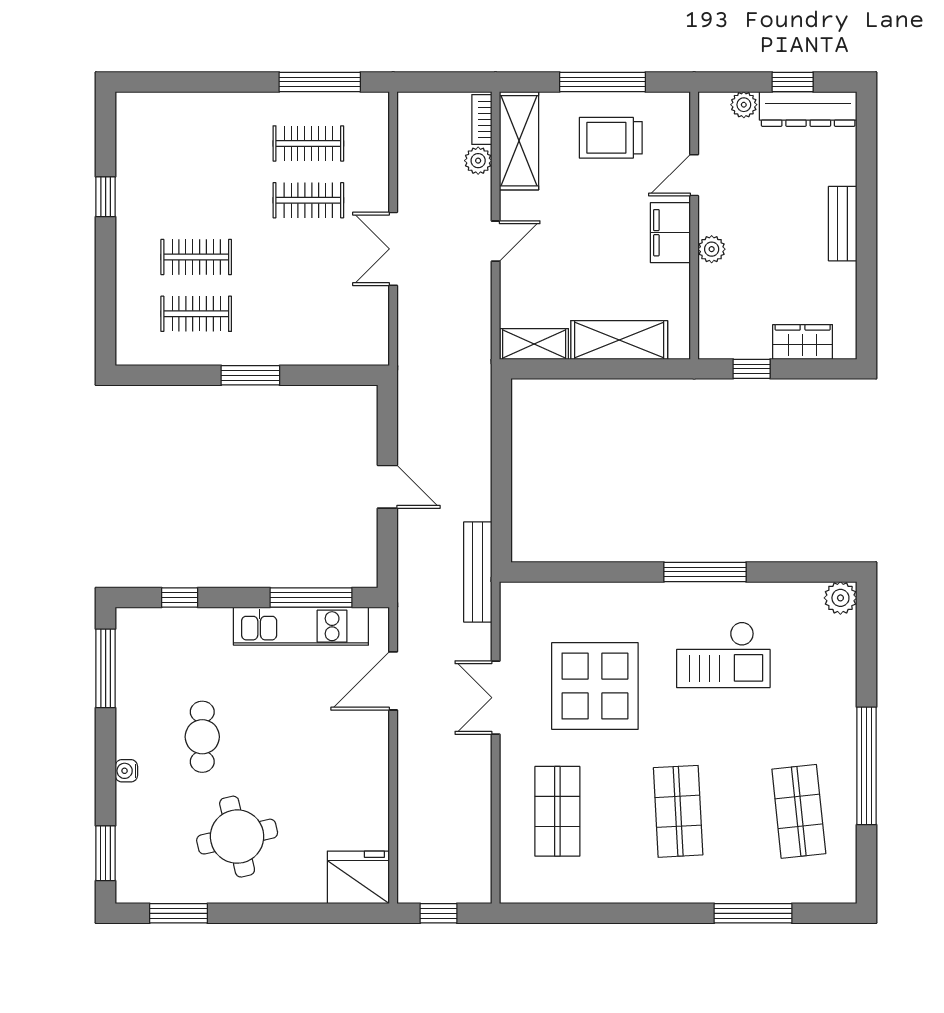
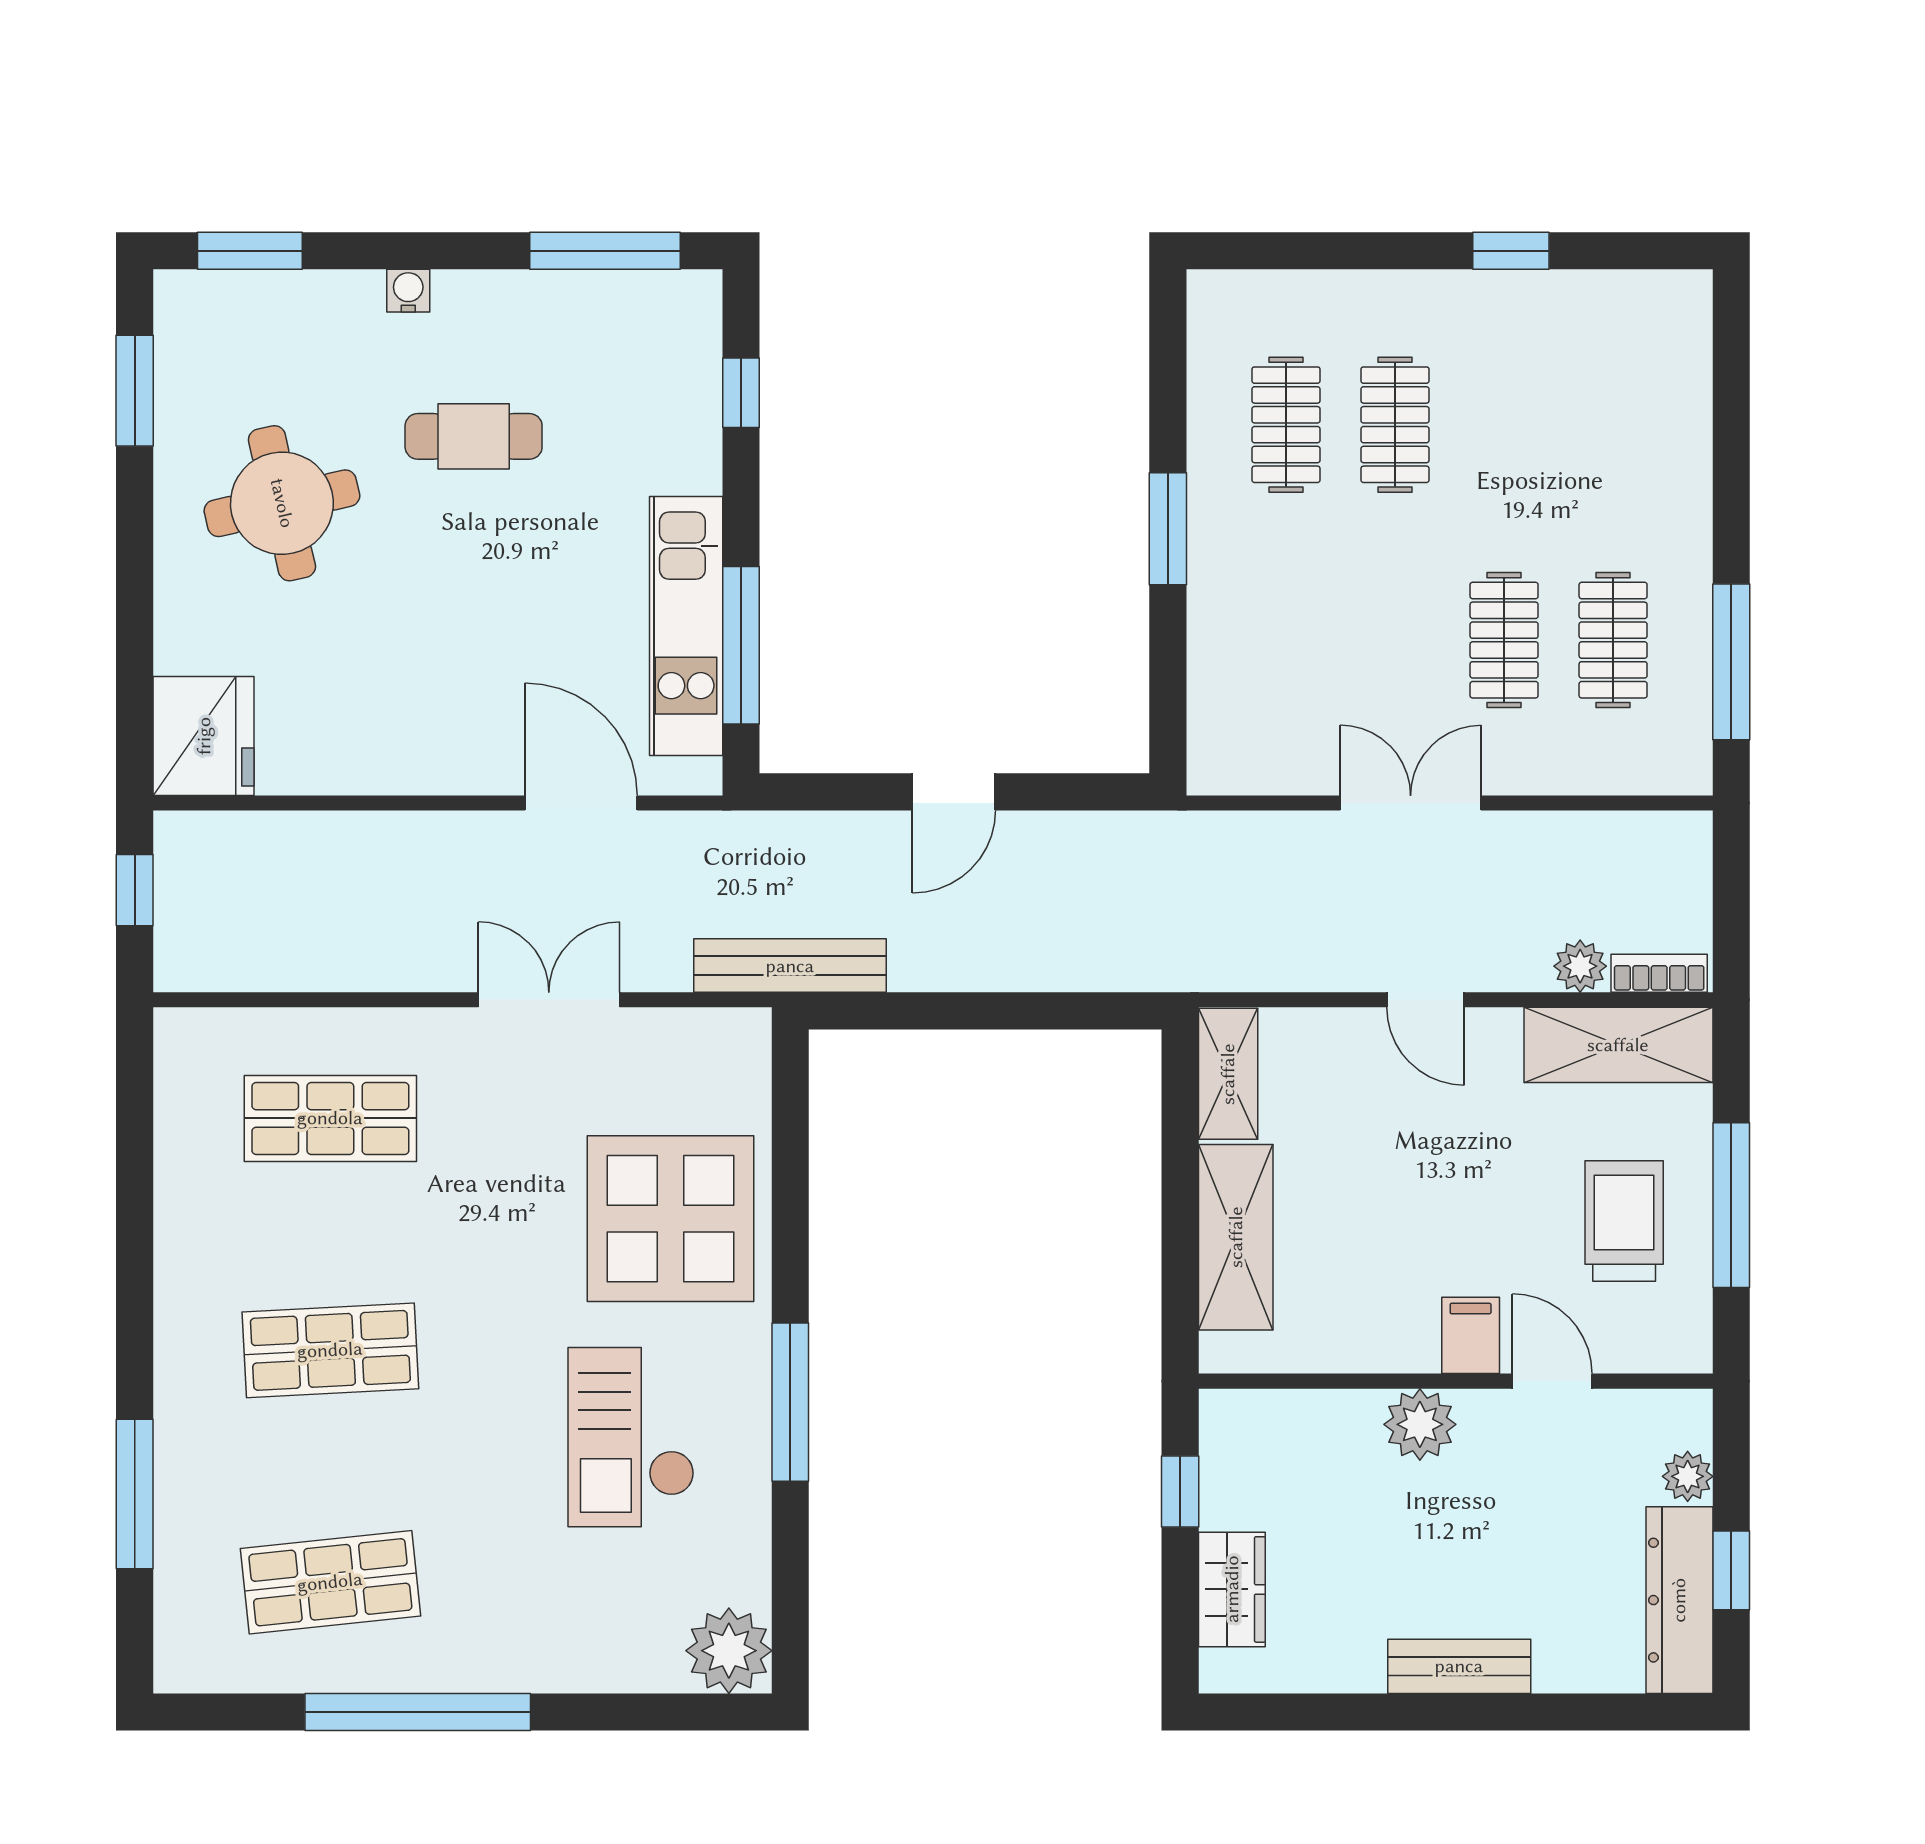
filing cabinet: (670, 233) -> (1471, 1335), width x0.50
plant: (712, 249) -> (1420, 1424), width x1.38, depth x1.38
plant: (840, 598) -> (729, 1651), width x1.36, depth x1.36
display table: (595, 686) -> (670, 1219), moved

